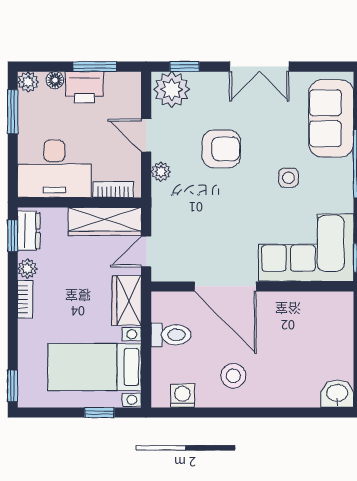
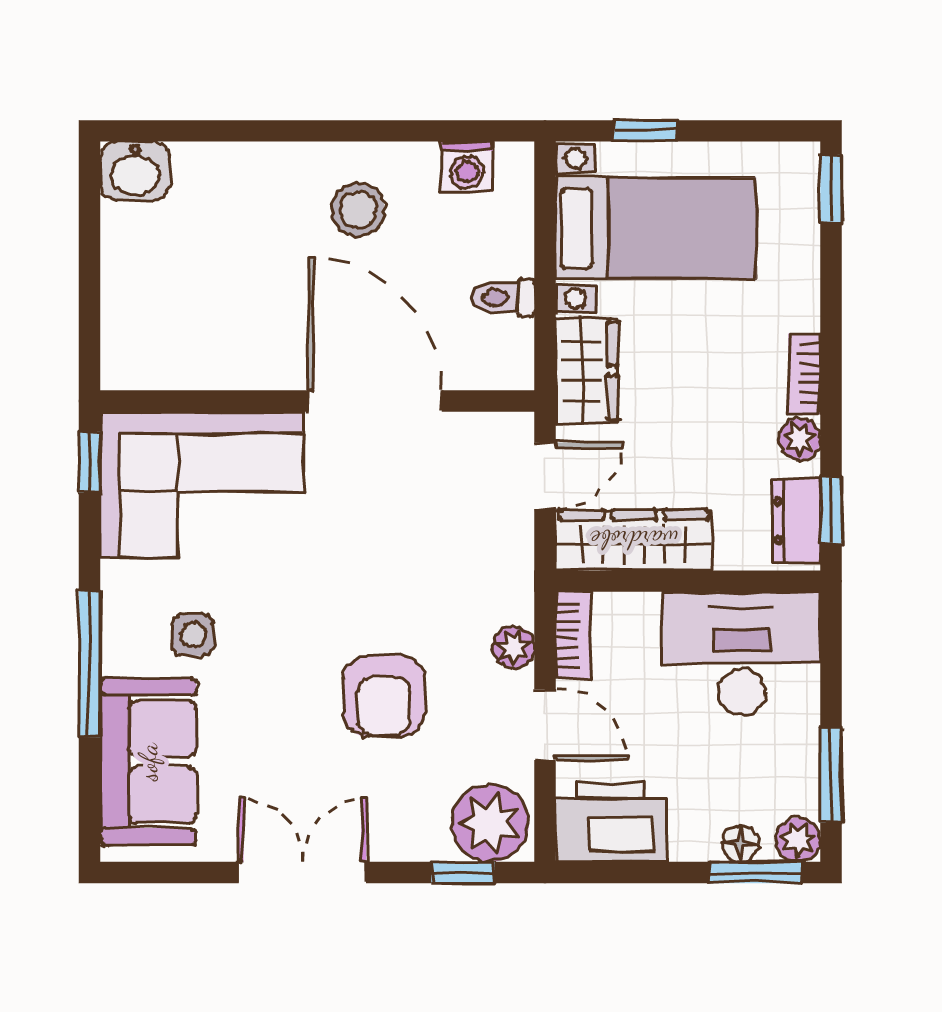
window: (95, 67) -> (756, 872), moved
printer: (84, 87) -> (611, 822), moved, width x1.37, depth x1.19
armchair: (221, 149) -> (384, 696), turned -90
side table: (288, 178) -> (193, 635), moved
bookcase: (113, 189) -> (573, 635), moved, turned -90
toilet: (171, 335) -> (504, 297), width x0.73, depth x0.72

